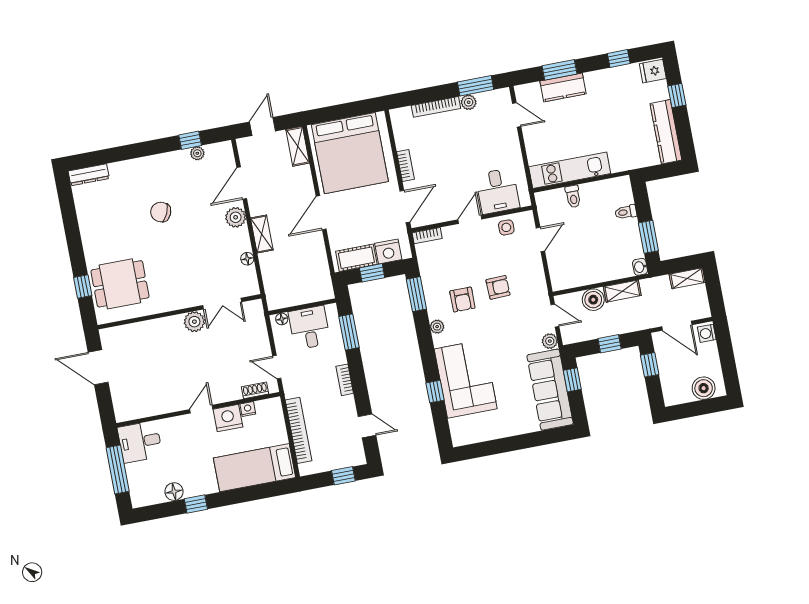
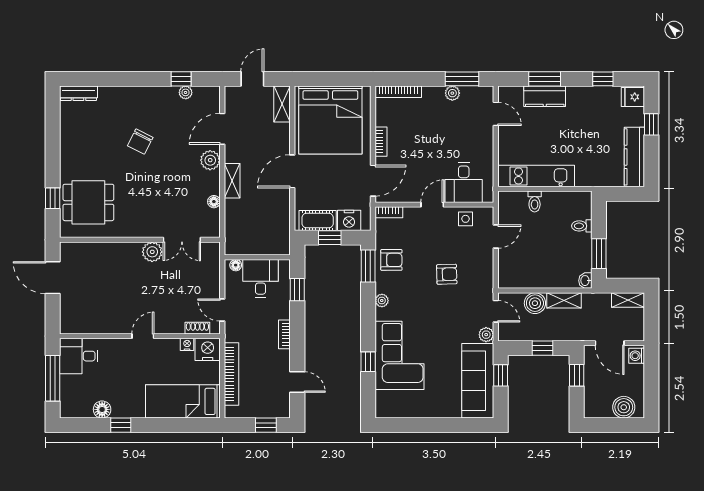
bookcase: (436, 107) -> (398, 92), moved
chair: (161, 212) -> (140, 142), turned -87
armchair: (462, 299) -> (391, 260), moved, turned -90
window: (349, 332) -> (297, 290), width x0.67
nightstand: (228, 418) -> (208, 349), moved

